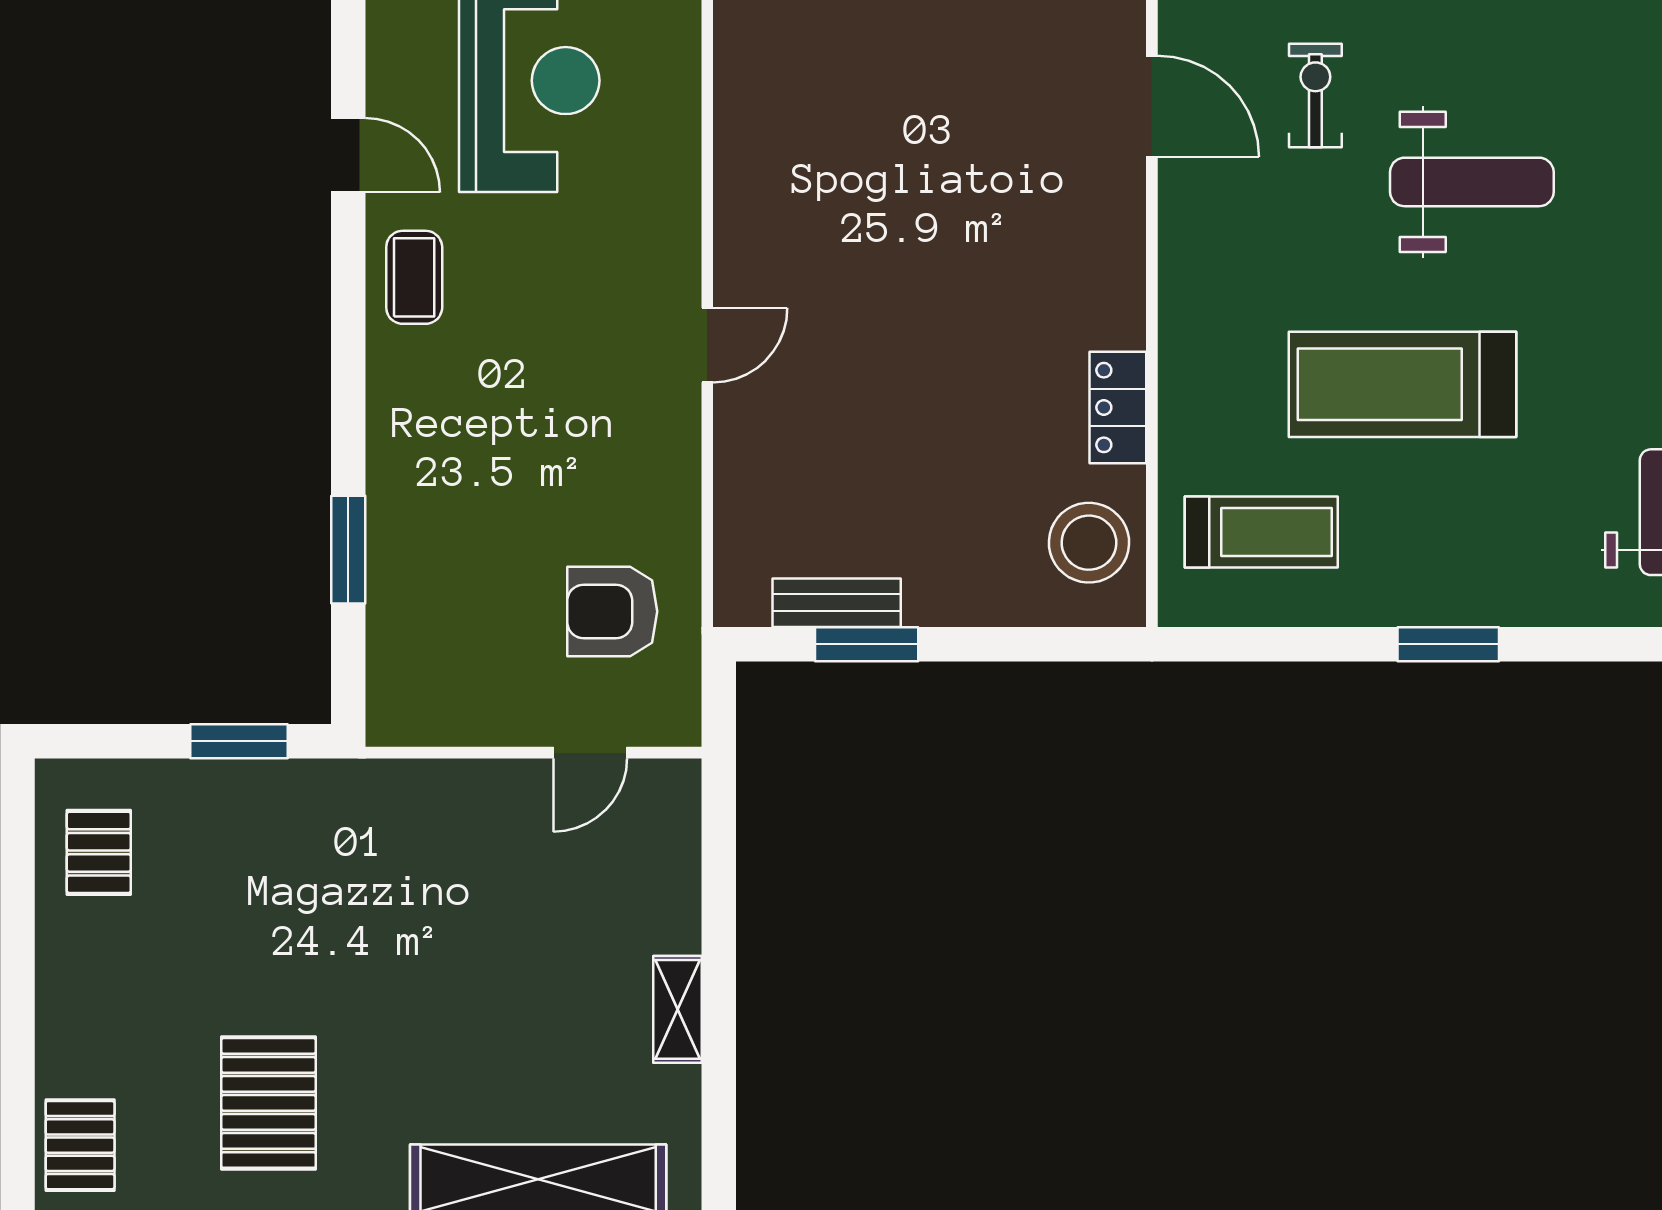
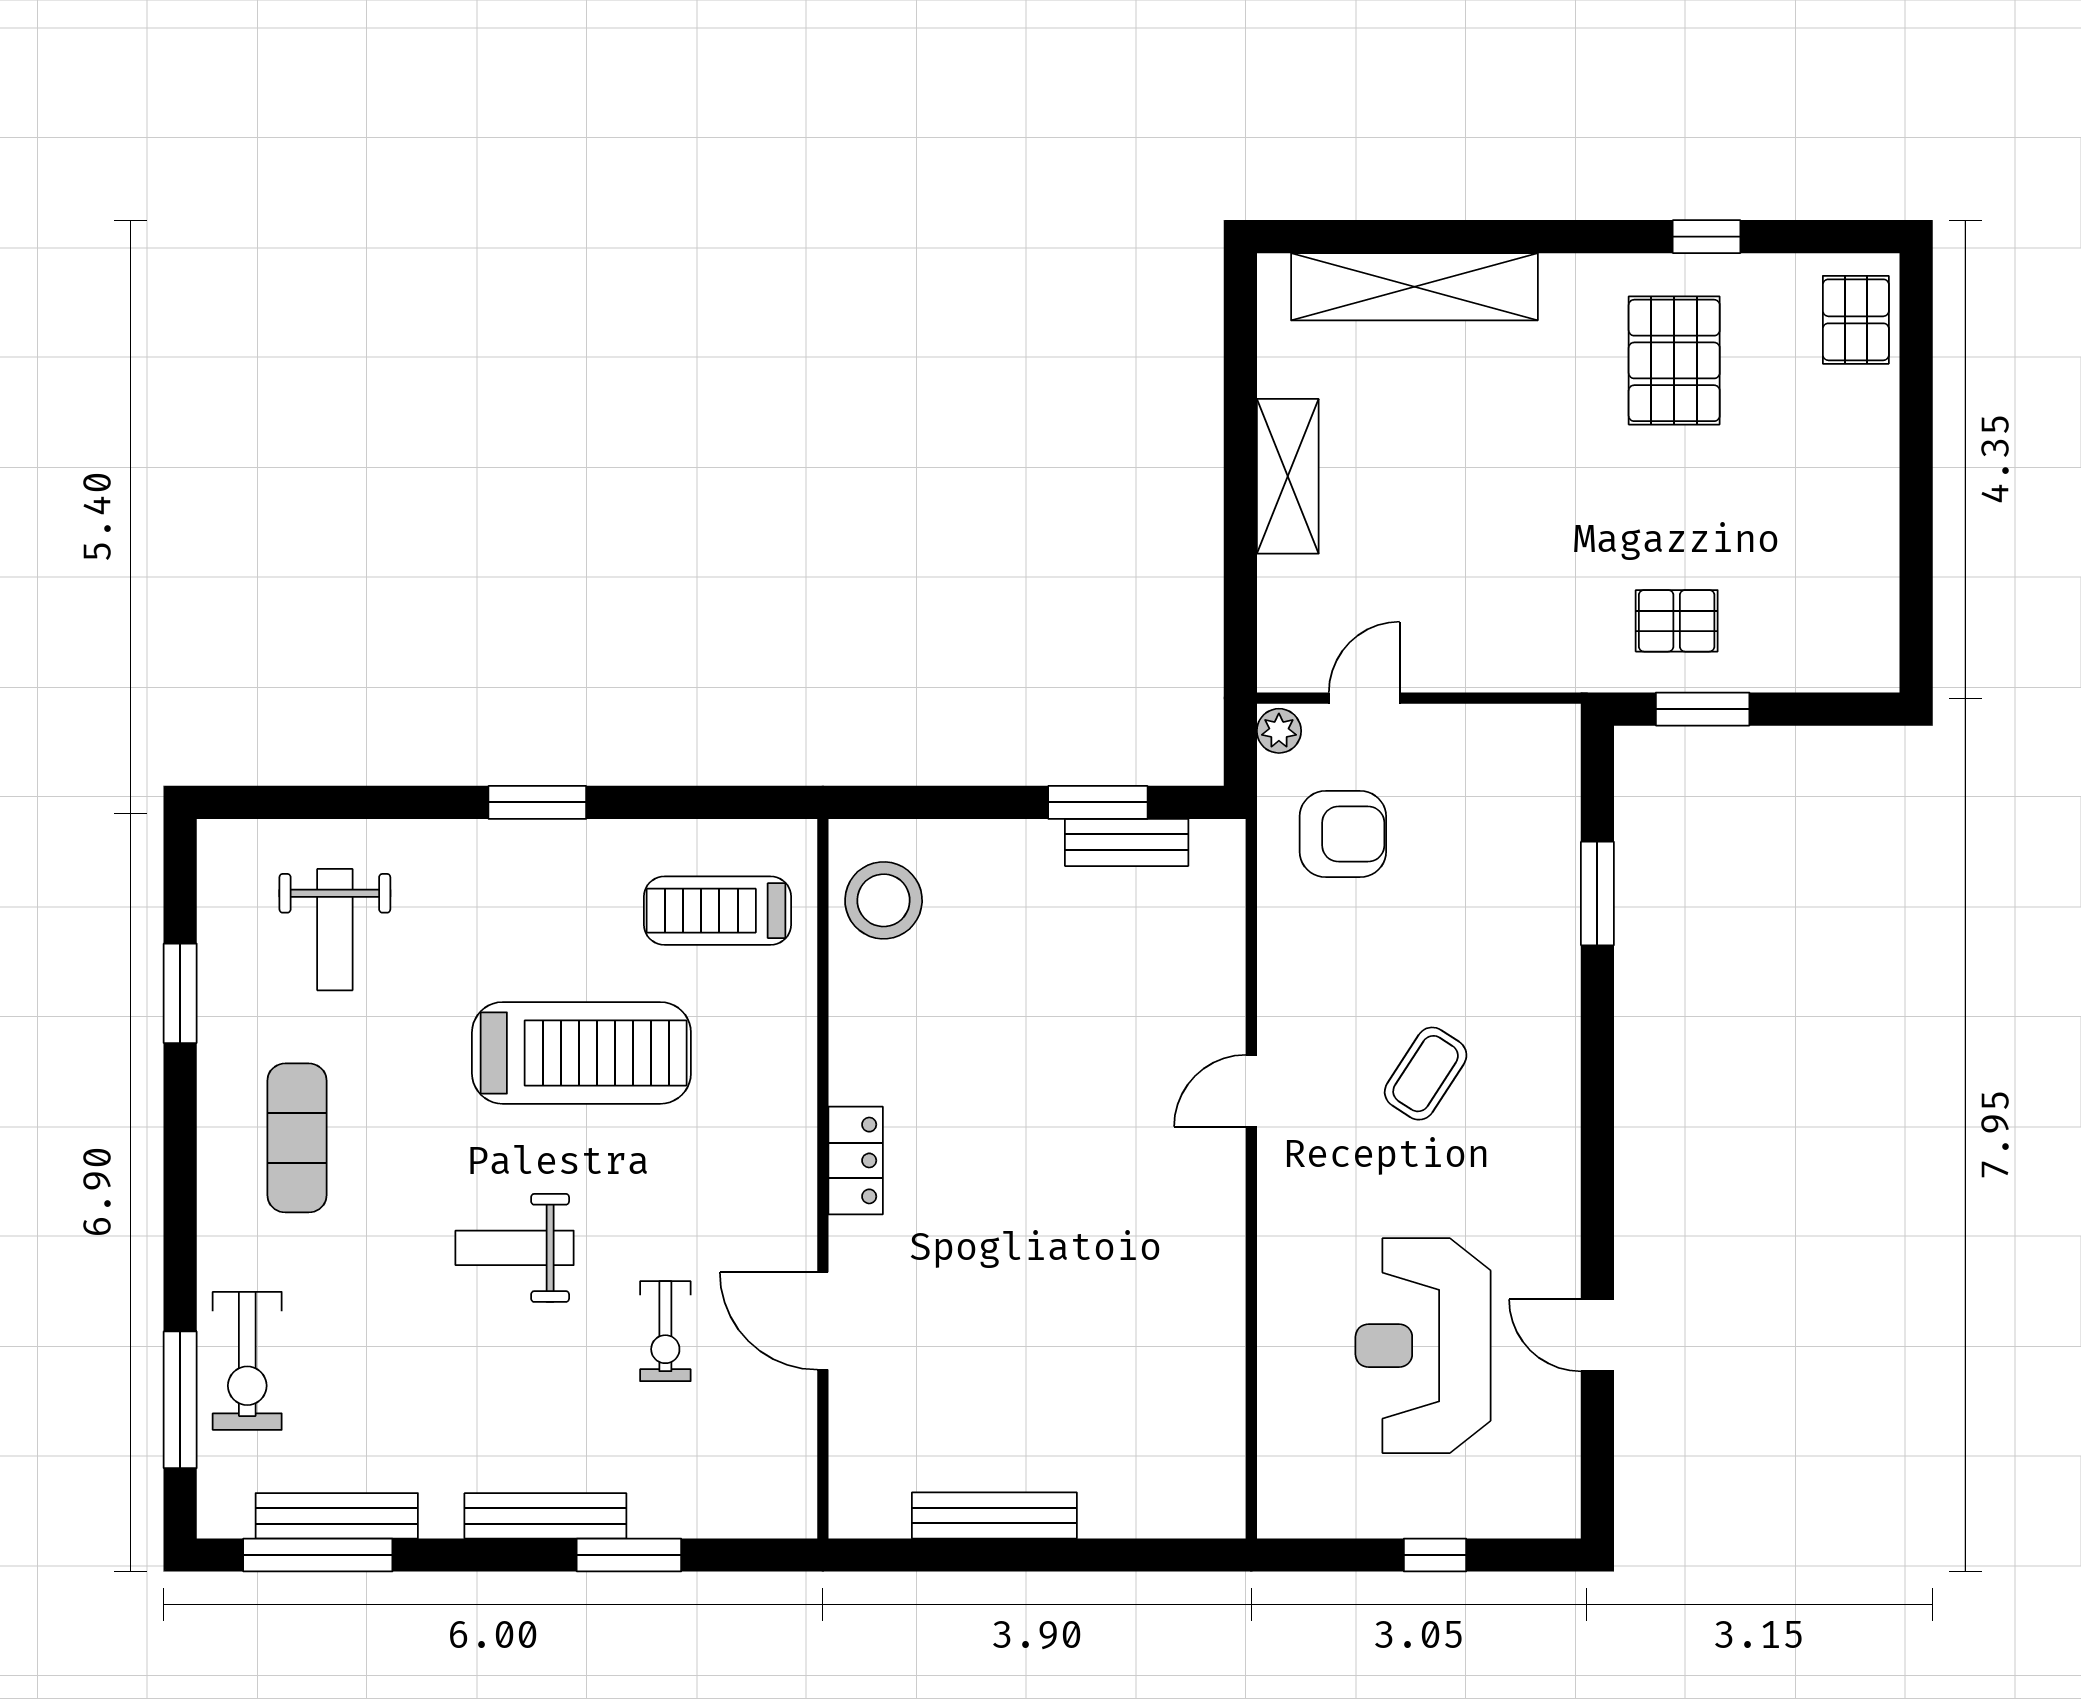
door: (348, 155) -> (1597, 1335), moved
weight bench: (1472, 182) -> (515, 1248), width x0.73, depth x0.75
coffee table: (414, 277) -> (1426, 1074), moved, turned 33
locker: (1118, 408) -> (856, 1160), moved
plant: (679, 719) -> (1279, 731), added
pallet: (99, 852) -> (1677, 621), moved, turned 90
shelving: (678, 1009) -> (1288, 476), width x1.50, depth x1.33

